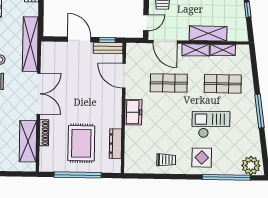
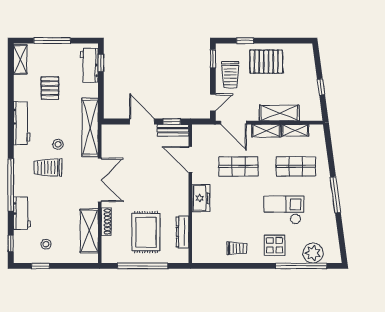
plant: (251, 166) -> (313, 253), moved

